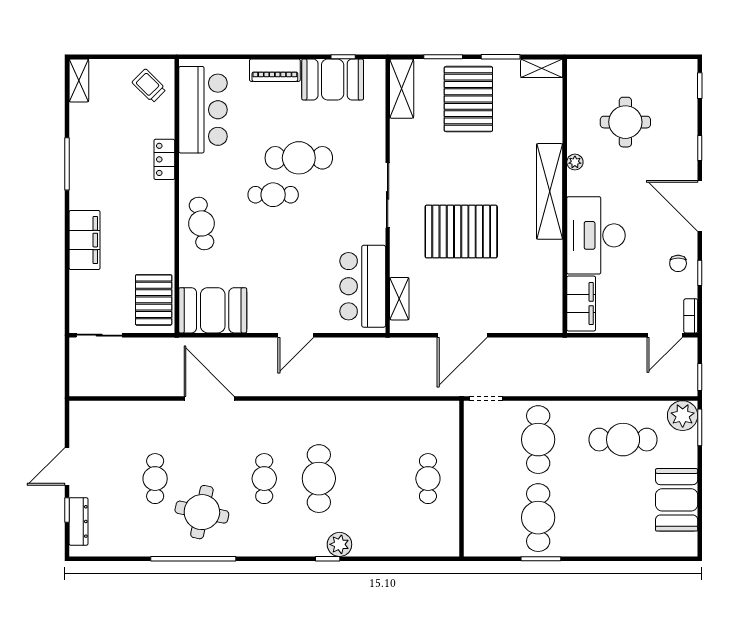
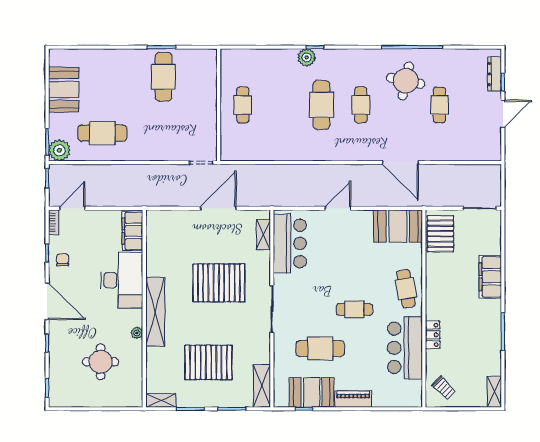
pallet: (468, 99) -> (208, 362), moved, turned 90
bar counter: (203, 110) -> (405, 348), moved
cafe table: (299, 158) -> (320, 348), moved
cafe table: (538, 440) -> (163, 133), removed

